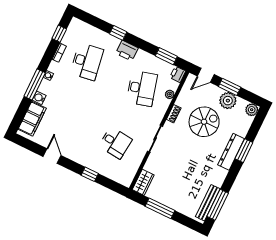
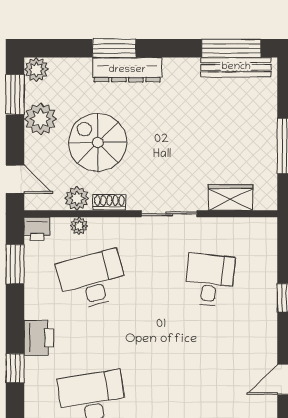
window: (230, 87) -> (15, 94), moved
plant: (183, 100) -> (77, 198), added
wardrobe: (143, 182) -> (231, 197), moved

